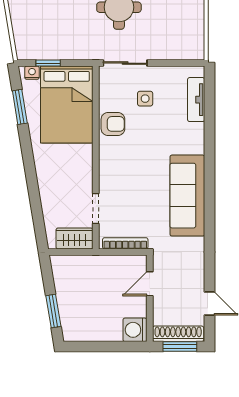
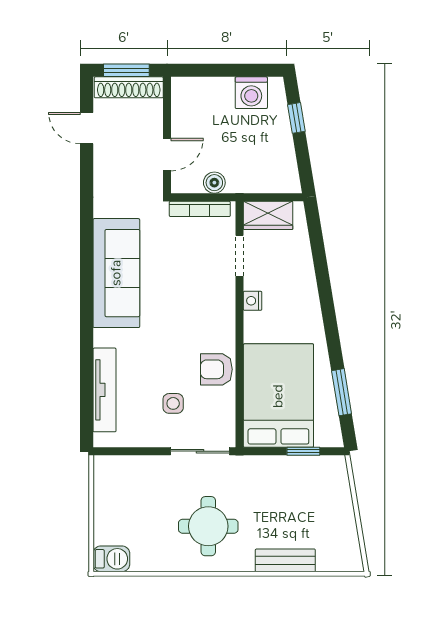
nightstand: (32, 73) -> (253, 301), moved, turned 90
tv unit: (196, 100) -> (105, 390), width x1.41
boiler: (114, 263) -> (214, 183), added
window: (53, 311) -> (296, 118), width x0.67
washing machine: (135, 330) -> (251, 93), moved, turned 90

